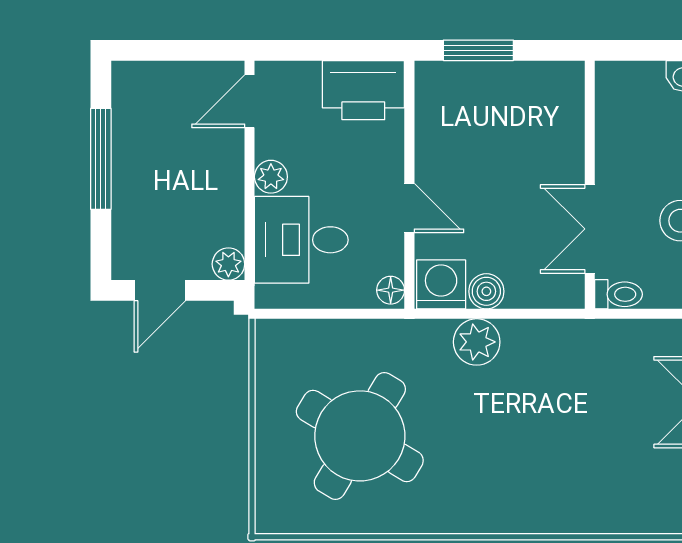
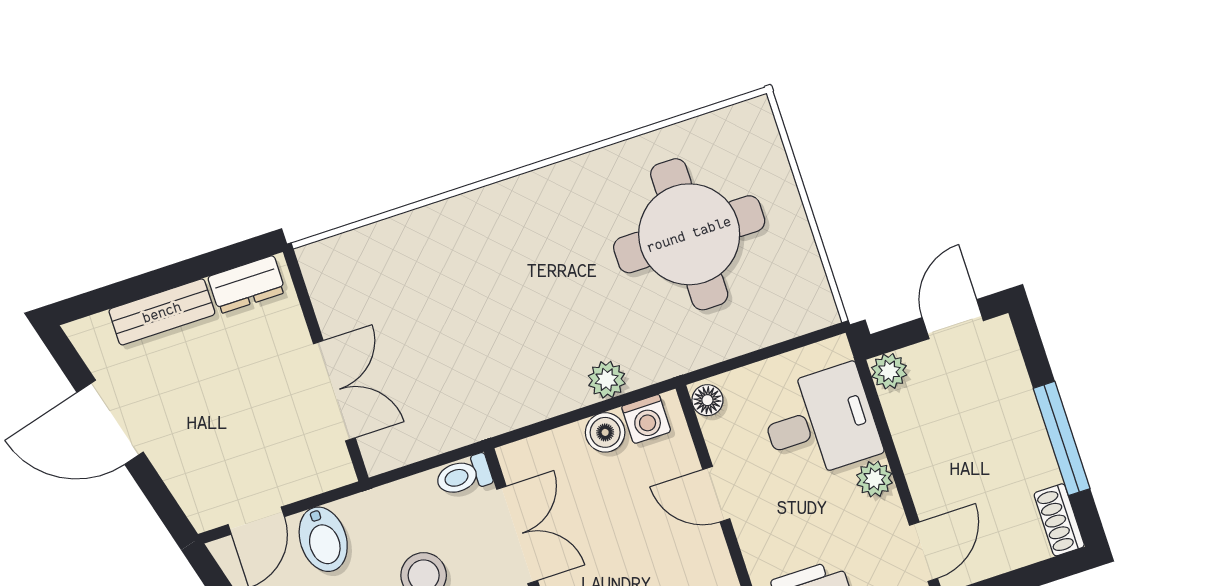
shoe rack: (126, 91) -> (1059, 520), added
washing machine: (441, 284) -> (646, 419), width x0.73, depth x0.73
plant: (477, 342) -> (607, 380), width x0.73, depth x0.73
round table: (360, 436) -> (689, 234), turned -31

